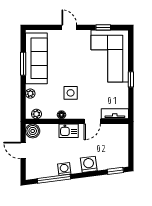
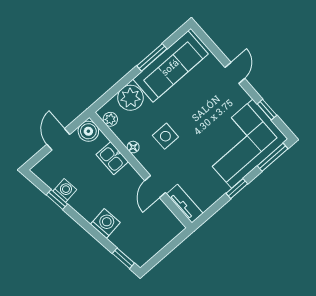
window: (131, 46) -> (273, 157), added
plant: (30, 94) -> (130, 98), width x1.88, depth x1.88
door: (92, 121) -> (155, 187), hinge flipped
kitchen sink: (69, 131) -> (112, 158), moved
washing machine: (64, 169) -> (65, 190), moved
window: (54, 179) -> (57, 200), width x0.46

